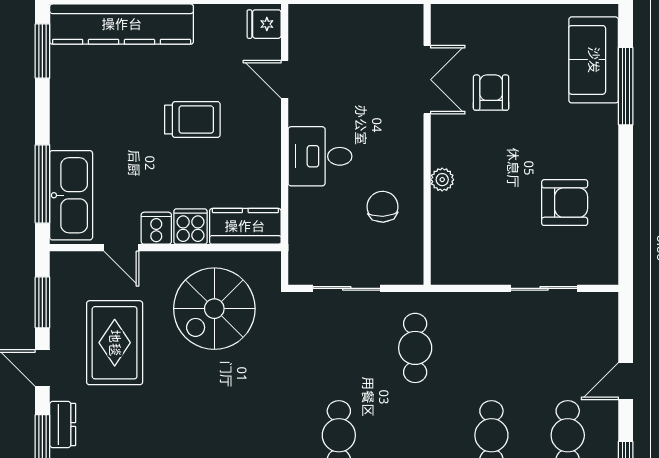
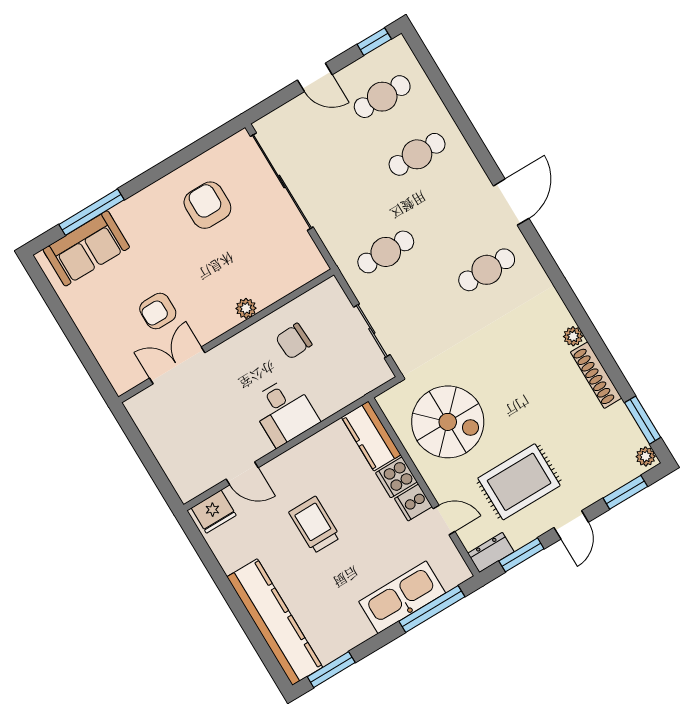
fridge: (264, 24) -> (214, 512), width x1.38
door: (285, 79) -> (242, 473), hinge flipped
kitchen sink: (71, 195) -> (402, 597), moved
door: (121, 248) -> (444, 520), hinge flipped
sliding door: (544, 288) -> (282, 182), width x1.86
dresser: (63, 425) -> (491, 552), moved

